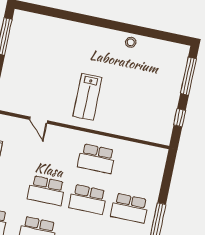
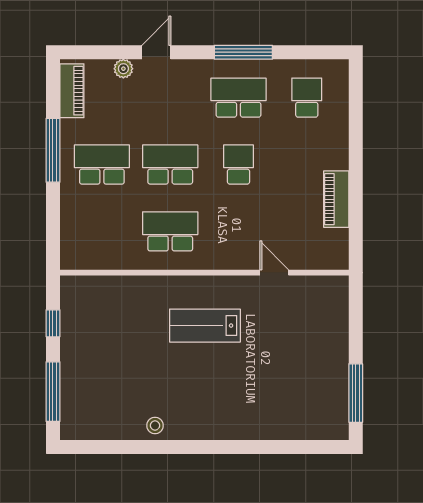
lab bench: (87, 97) -> (205, 326), turned -90
school desk: (46, 191) -> (238, 164), width x0.54

